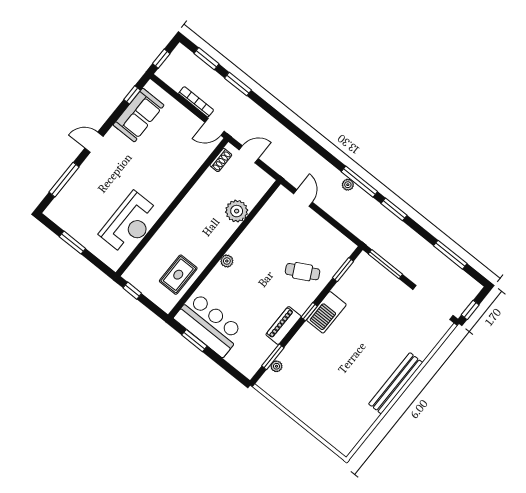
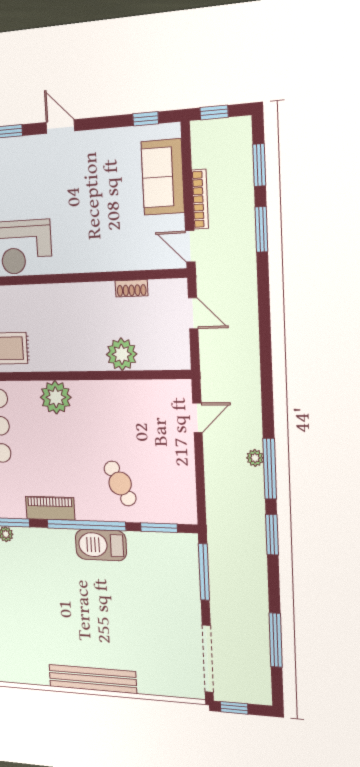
sofa: (138, 115) -> (163, 177), moved, turned 90
shoe rack: (221, 160) -> (132, 288), moved
plant: (227, 261) -> (56, 397), width x1.87, depth x1.87
window: (309, 312) -> (86, 525), width x3.17

